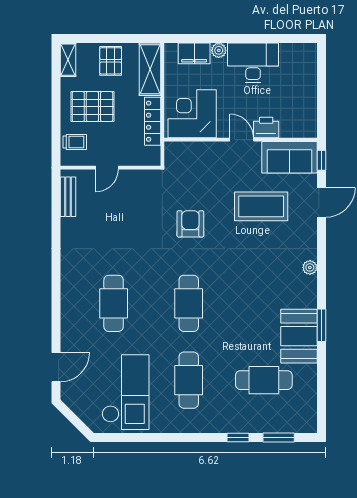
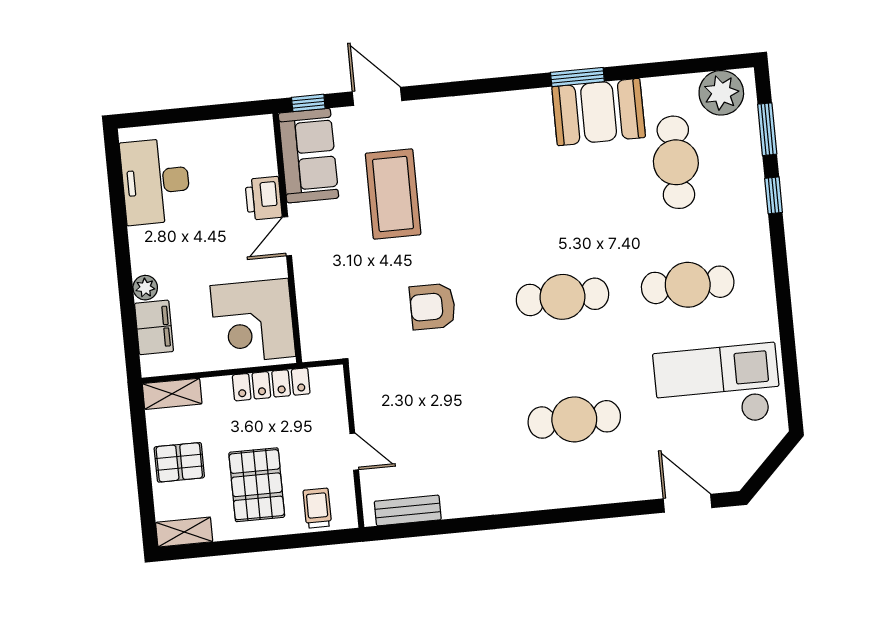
desk: (253, 63) -> (156, 181), moved
shelving: (150, 69) -> (172, 394), width x0.67, depth x0.75
plant: (310, 267) -> (721, 93), moved, width x1.88, depth x1.88

